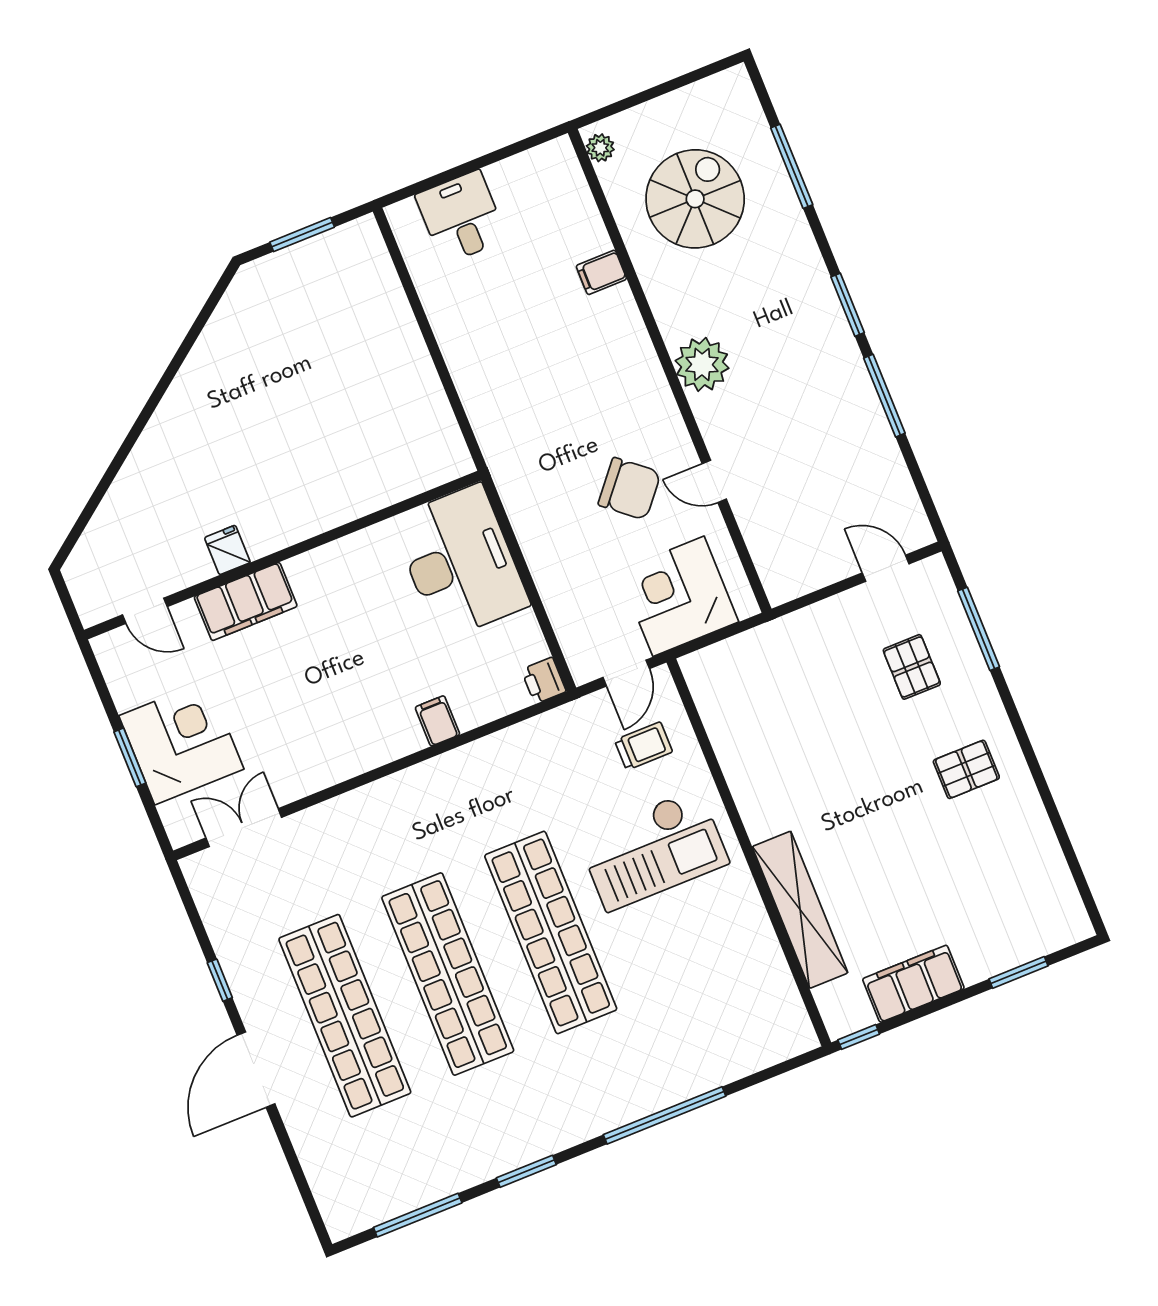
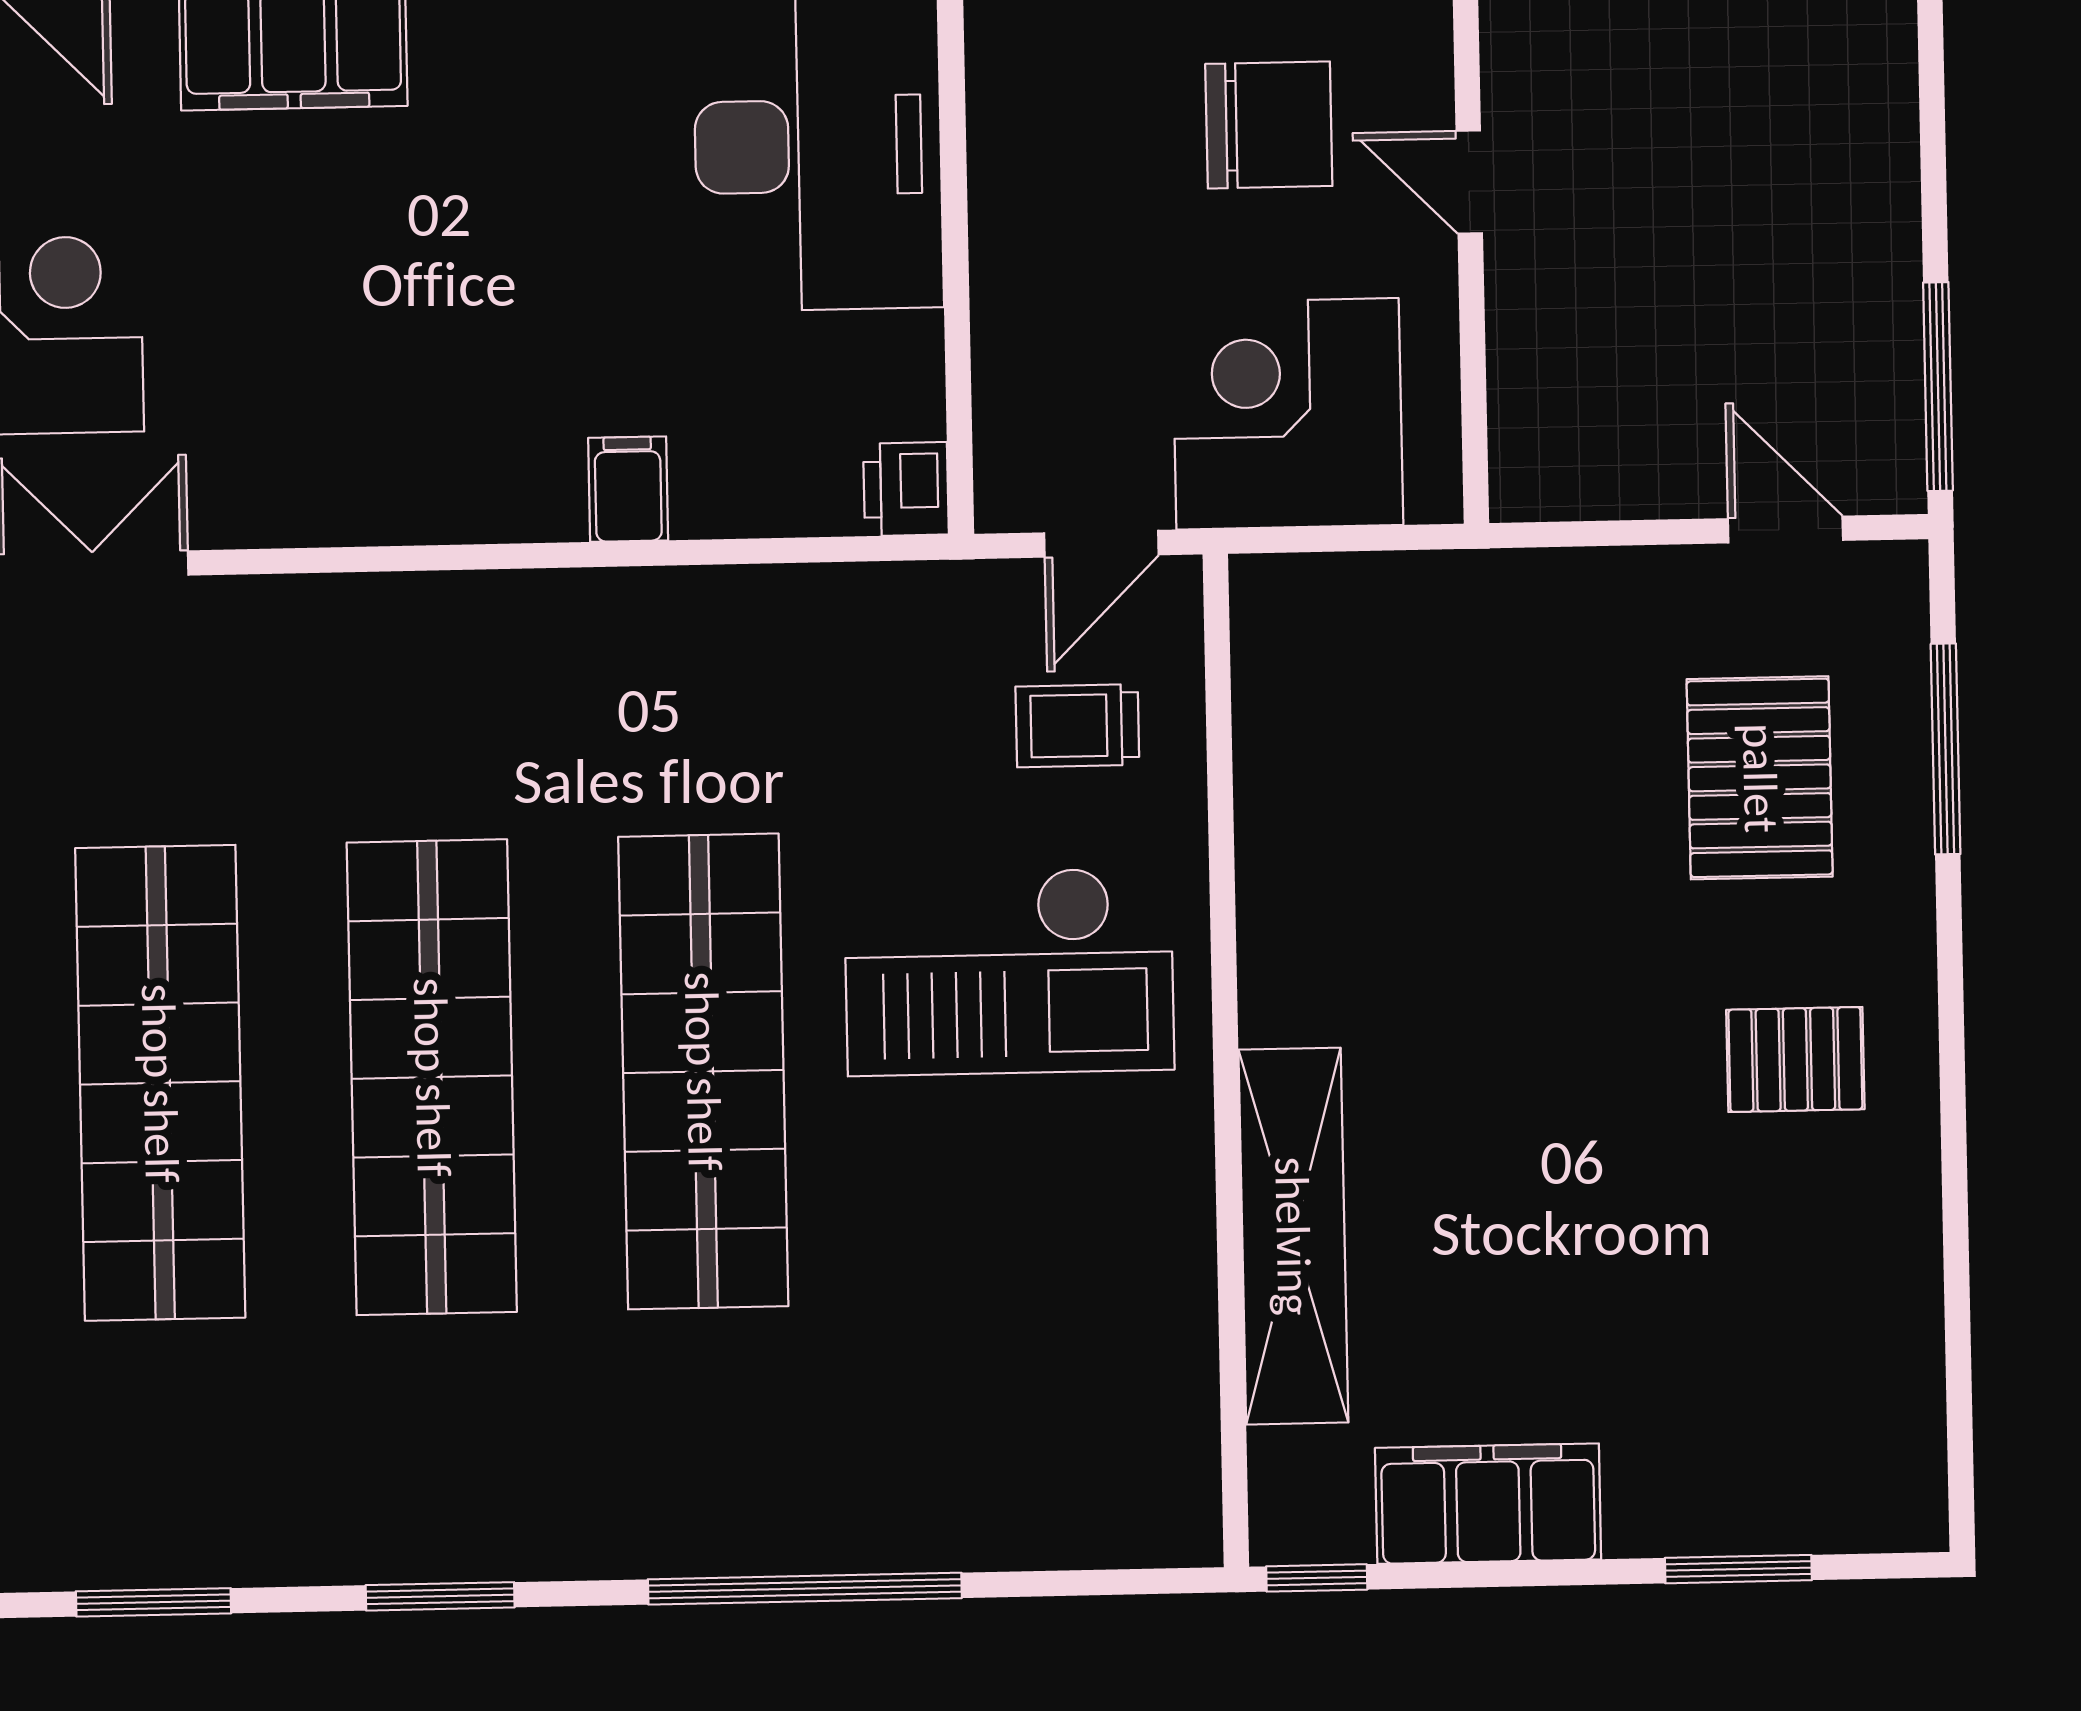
window: (884, 396) -> (1938, 387), moved
chair: (629, 489) -> (1269, 125), turned -40
pallet: (912, 667) -> (1760, 778), width x1.50, depth x1.42
trolley: (644, 746) -> (1077, 726), turned 180
window: (418, 1215) -> (154, 1602), width x0.69

